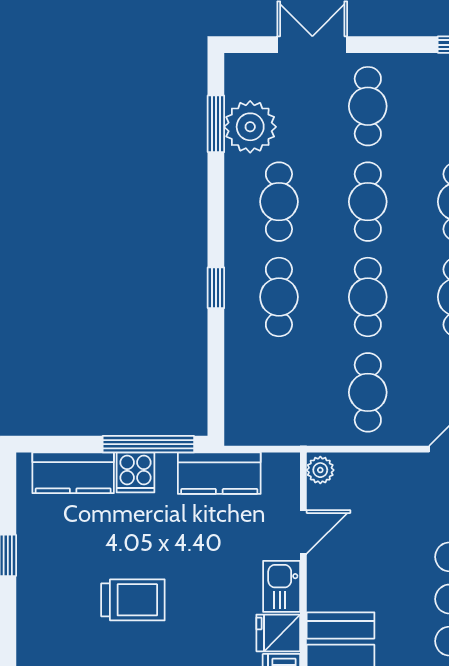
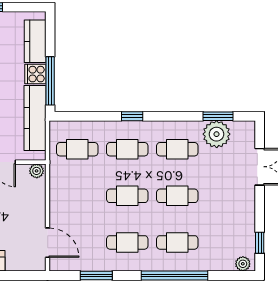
cafe table: (368, 106) -> (227, 196), removed
cafe table: (368, 392) -> (77, 149), moved
kitchen counter: (219, 473) -> (35, 118), width x1.50

